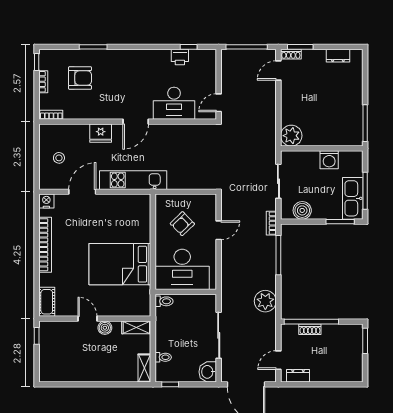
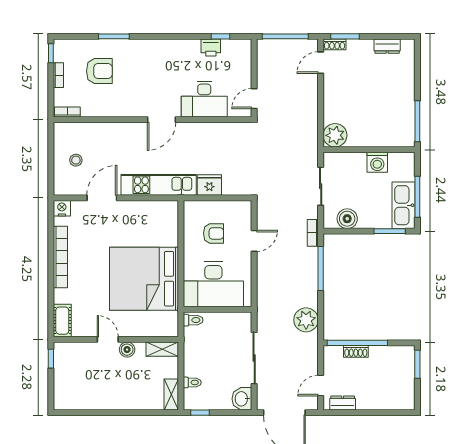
fridge: (101, 133) -> (209, 185), moved, turned 180
armchair: (182, 224) -> (214, 233), turned -136
bed: (120, 264) -> (144, 279), width x1.36

